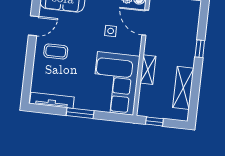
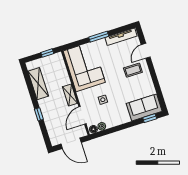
door: (145, 23) -> (82, 115), swing flipped
door: (34, 26) -> (146, 51), moved
shelving: (148, 70) -> (70, 95), moved

